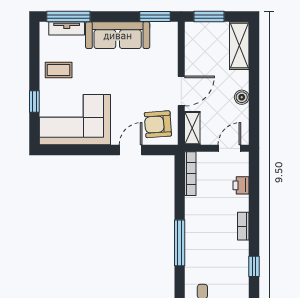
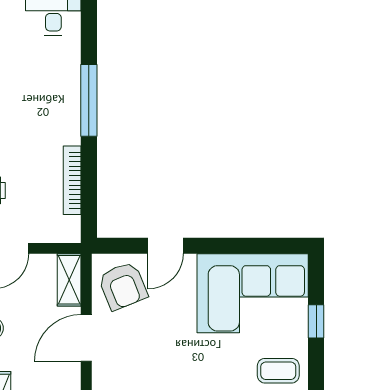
armchair: (158, 124) -> (123, 286), turned 72
bookcase: (190, 174) -> (72, 180), moved

